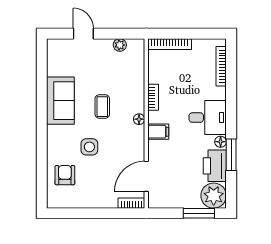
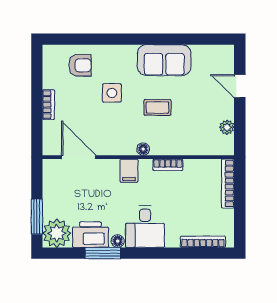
door: (83, 34) -> (240, 86), swing flipped
bookcase: (131, 203) -> (48, 105), moved

